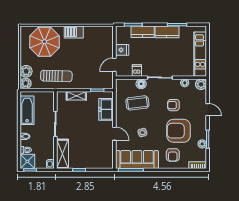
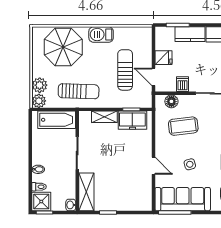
sun lounger: (92, 59) -> (125, 70), added
door: (114, 65) -> (153, 77), hinge flipped
floor lamp: (141, 84) -> (171, 101), moved
freezer: (106, 109) -> (132, 120), moved, turned -90
bathtub: (27, 110) -> (57, 120), moved, turned 90

